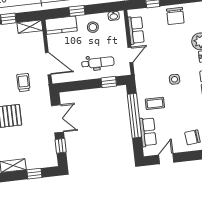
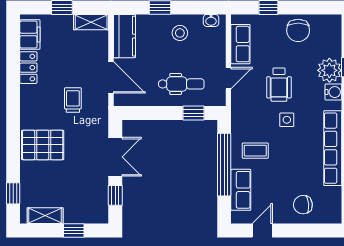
kitchen counter: (61, 25) -> (124, 36), moved, turned -90
wheelchair: (166, 55) -> (279, 85), added

